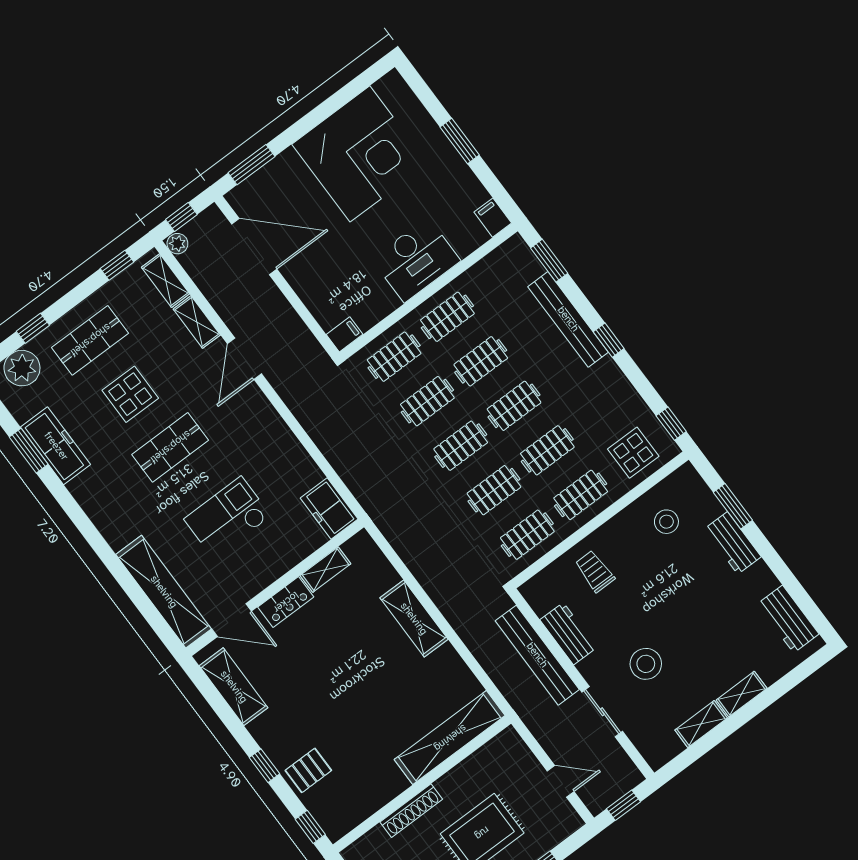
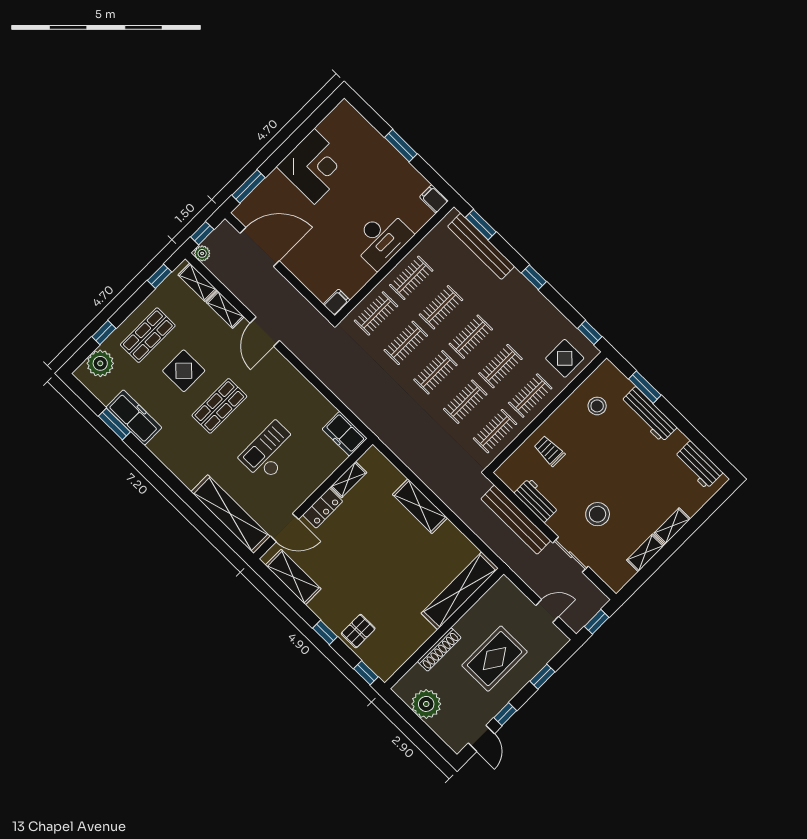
corner desk: (360, 154) -> (314, 166), width x0.74, depth x0.74
bench: (568, 319) -> (481, 246), moved
workbench: (733, 543) -> (649, 414), width x1.38

